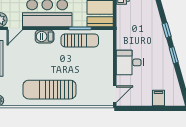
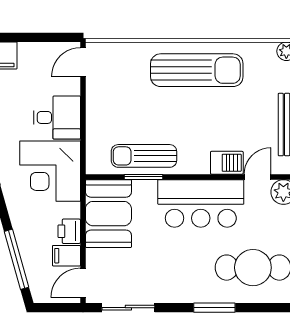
corner desk: (134, 32) -> (50, 171), added
barbecue: (45, 37) -> (227, 163), moved

